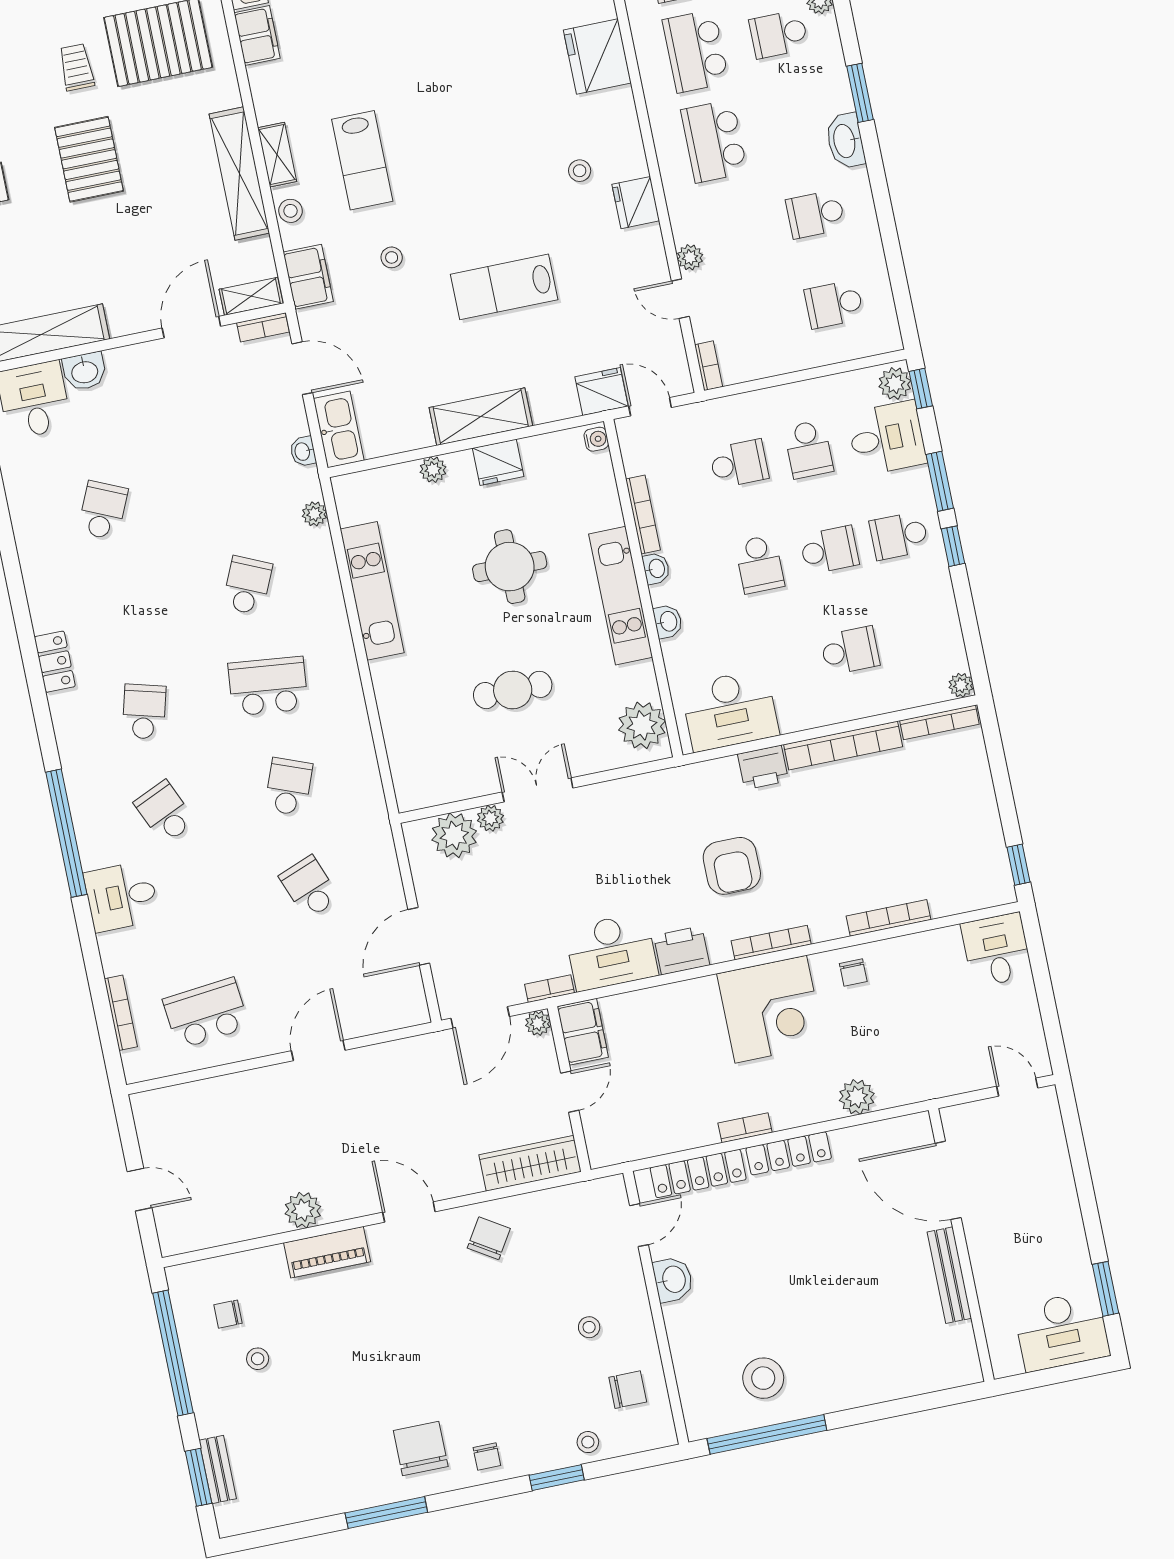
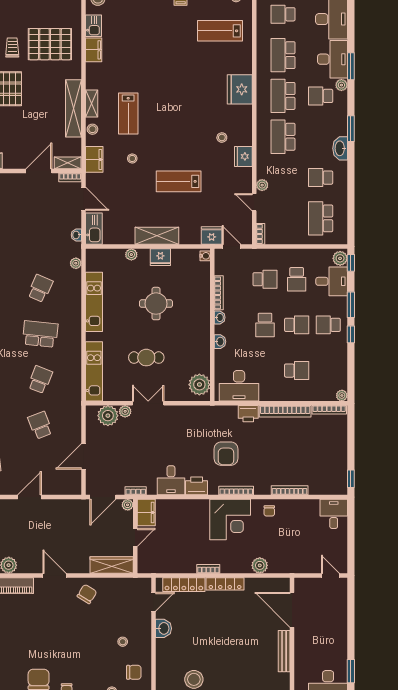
school desk: (834, 304) -> (321, 218), width x1.85
kitchen unit: (621, 596) -> (94, 371), moved, turned 180
desk: (611, 952) -> (171, 480), width x0.73

